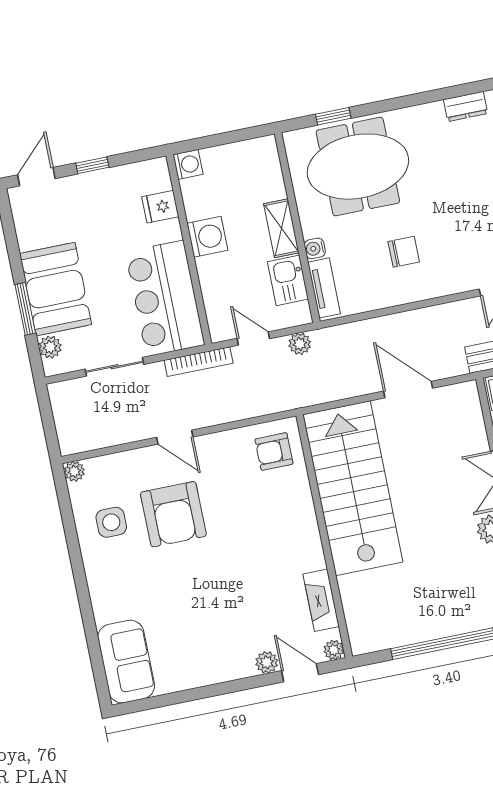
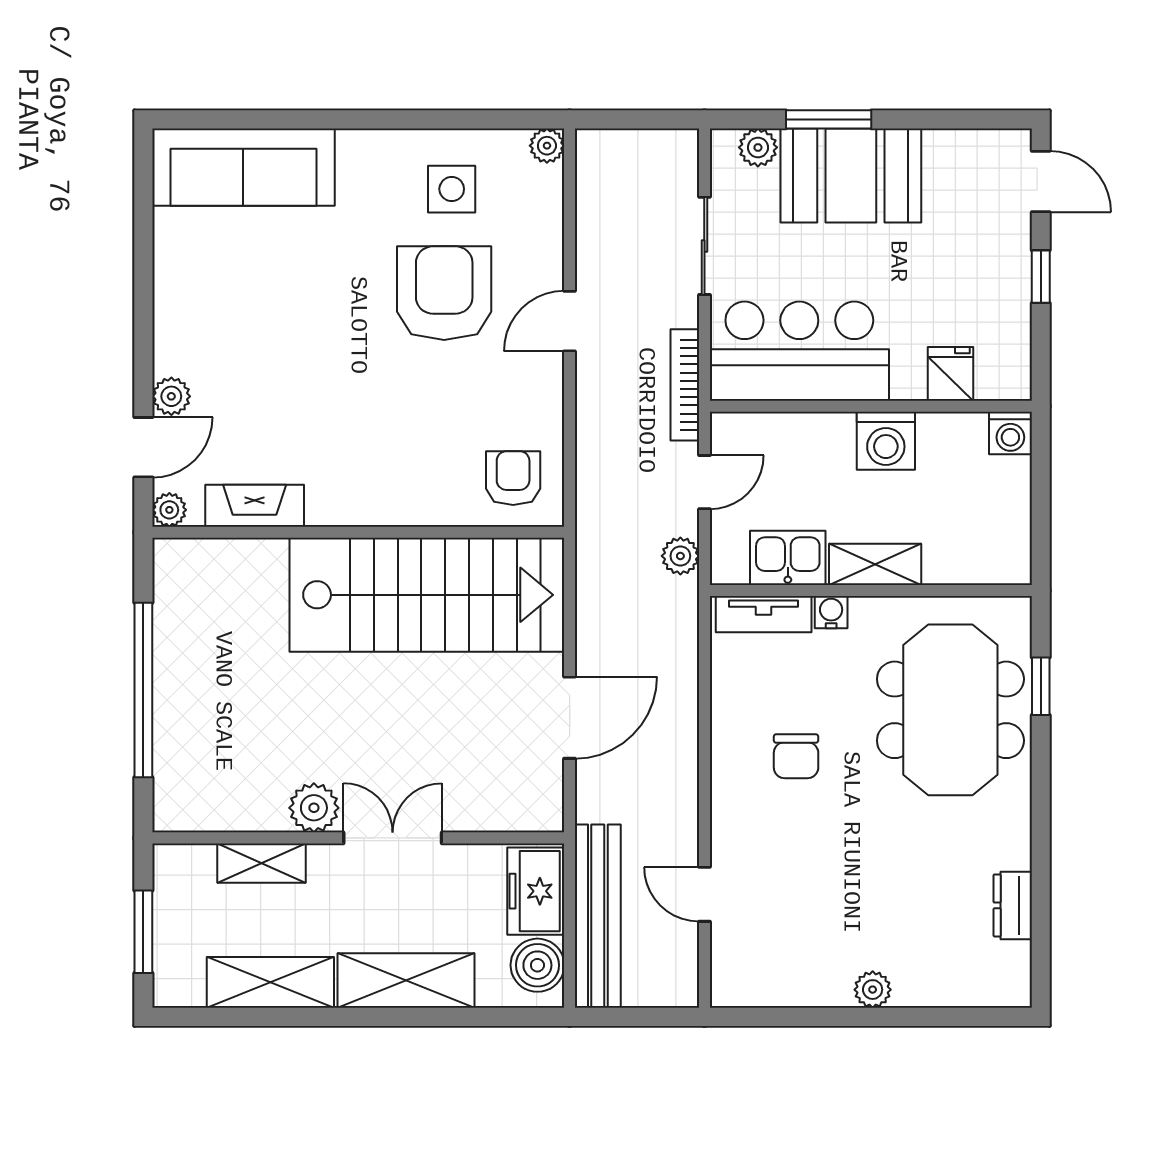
armchair: (173, 514) -> (444, 293), turned 90
sofa: (126, 662) -> (243, 167), width x1.36

